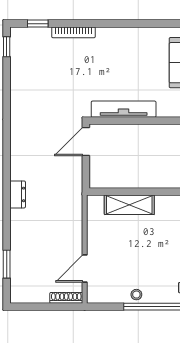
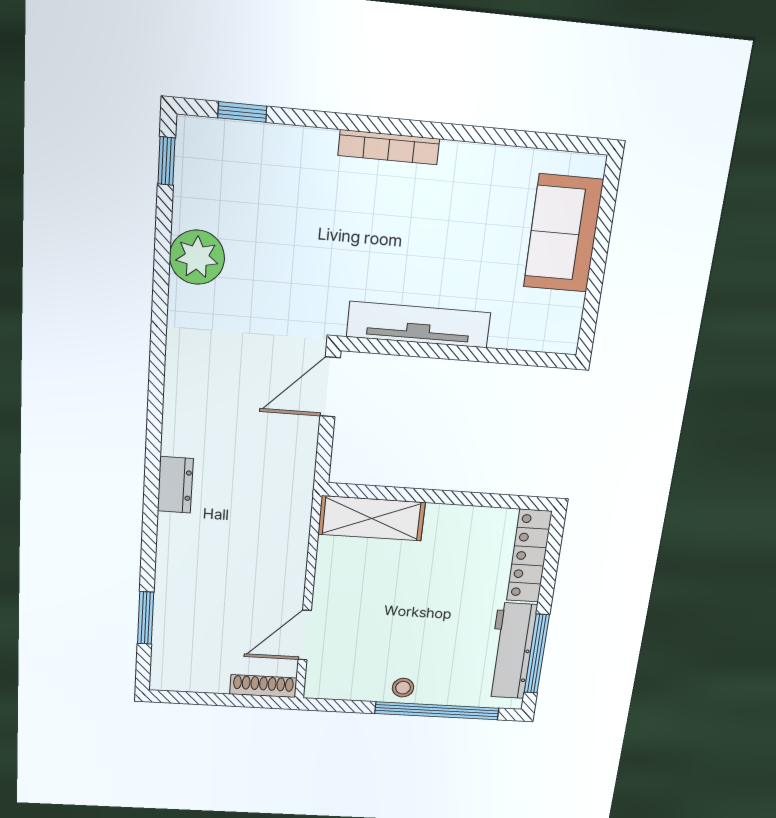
bookcase: (73, 32) -> (389, 147), moved
plant: (22, 87) -> (197, 257), added
shelving: (129, 205) -> (372, 518), moved

